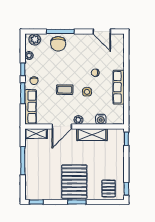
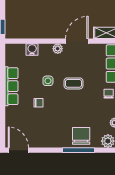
door: (102, 31) -> (18, 150), moved
shelving: (92, 135) -> (42, 32), removed

